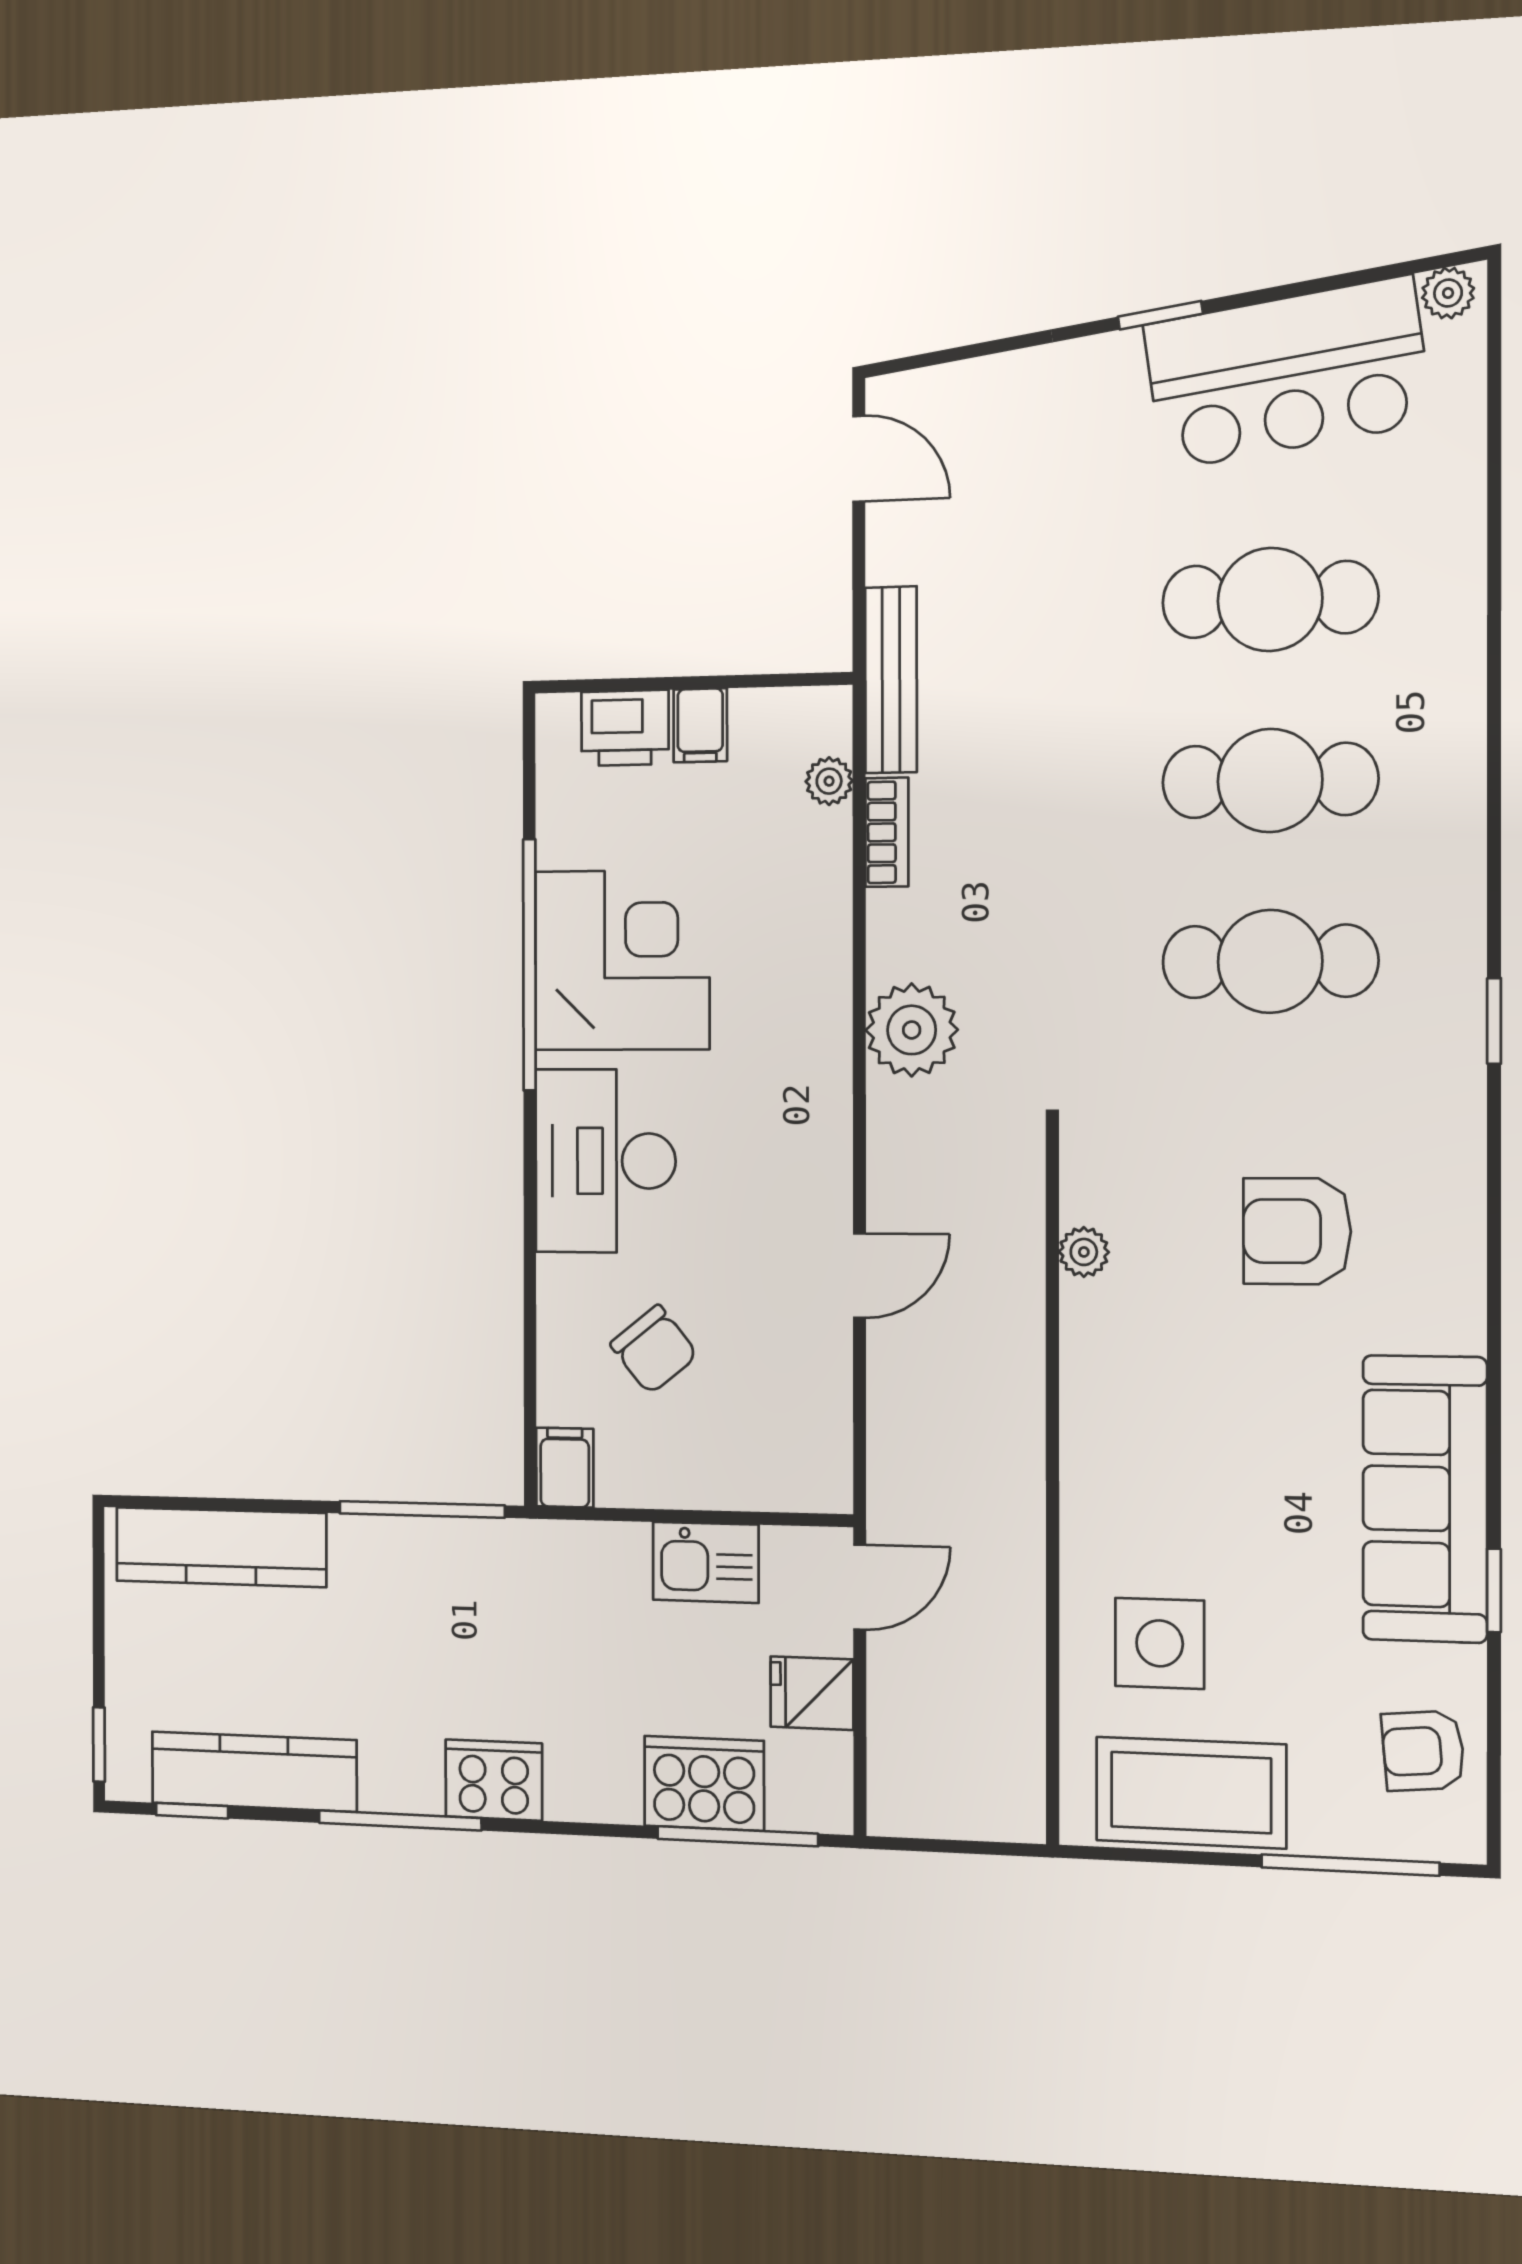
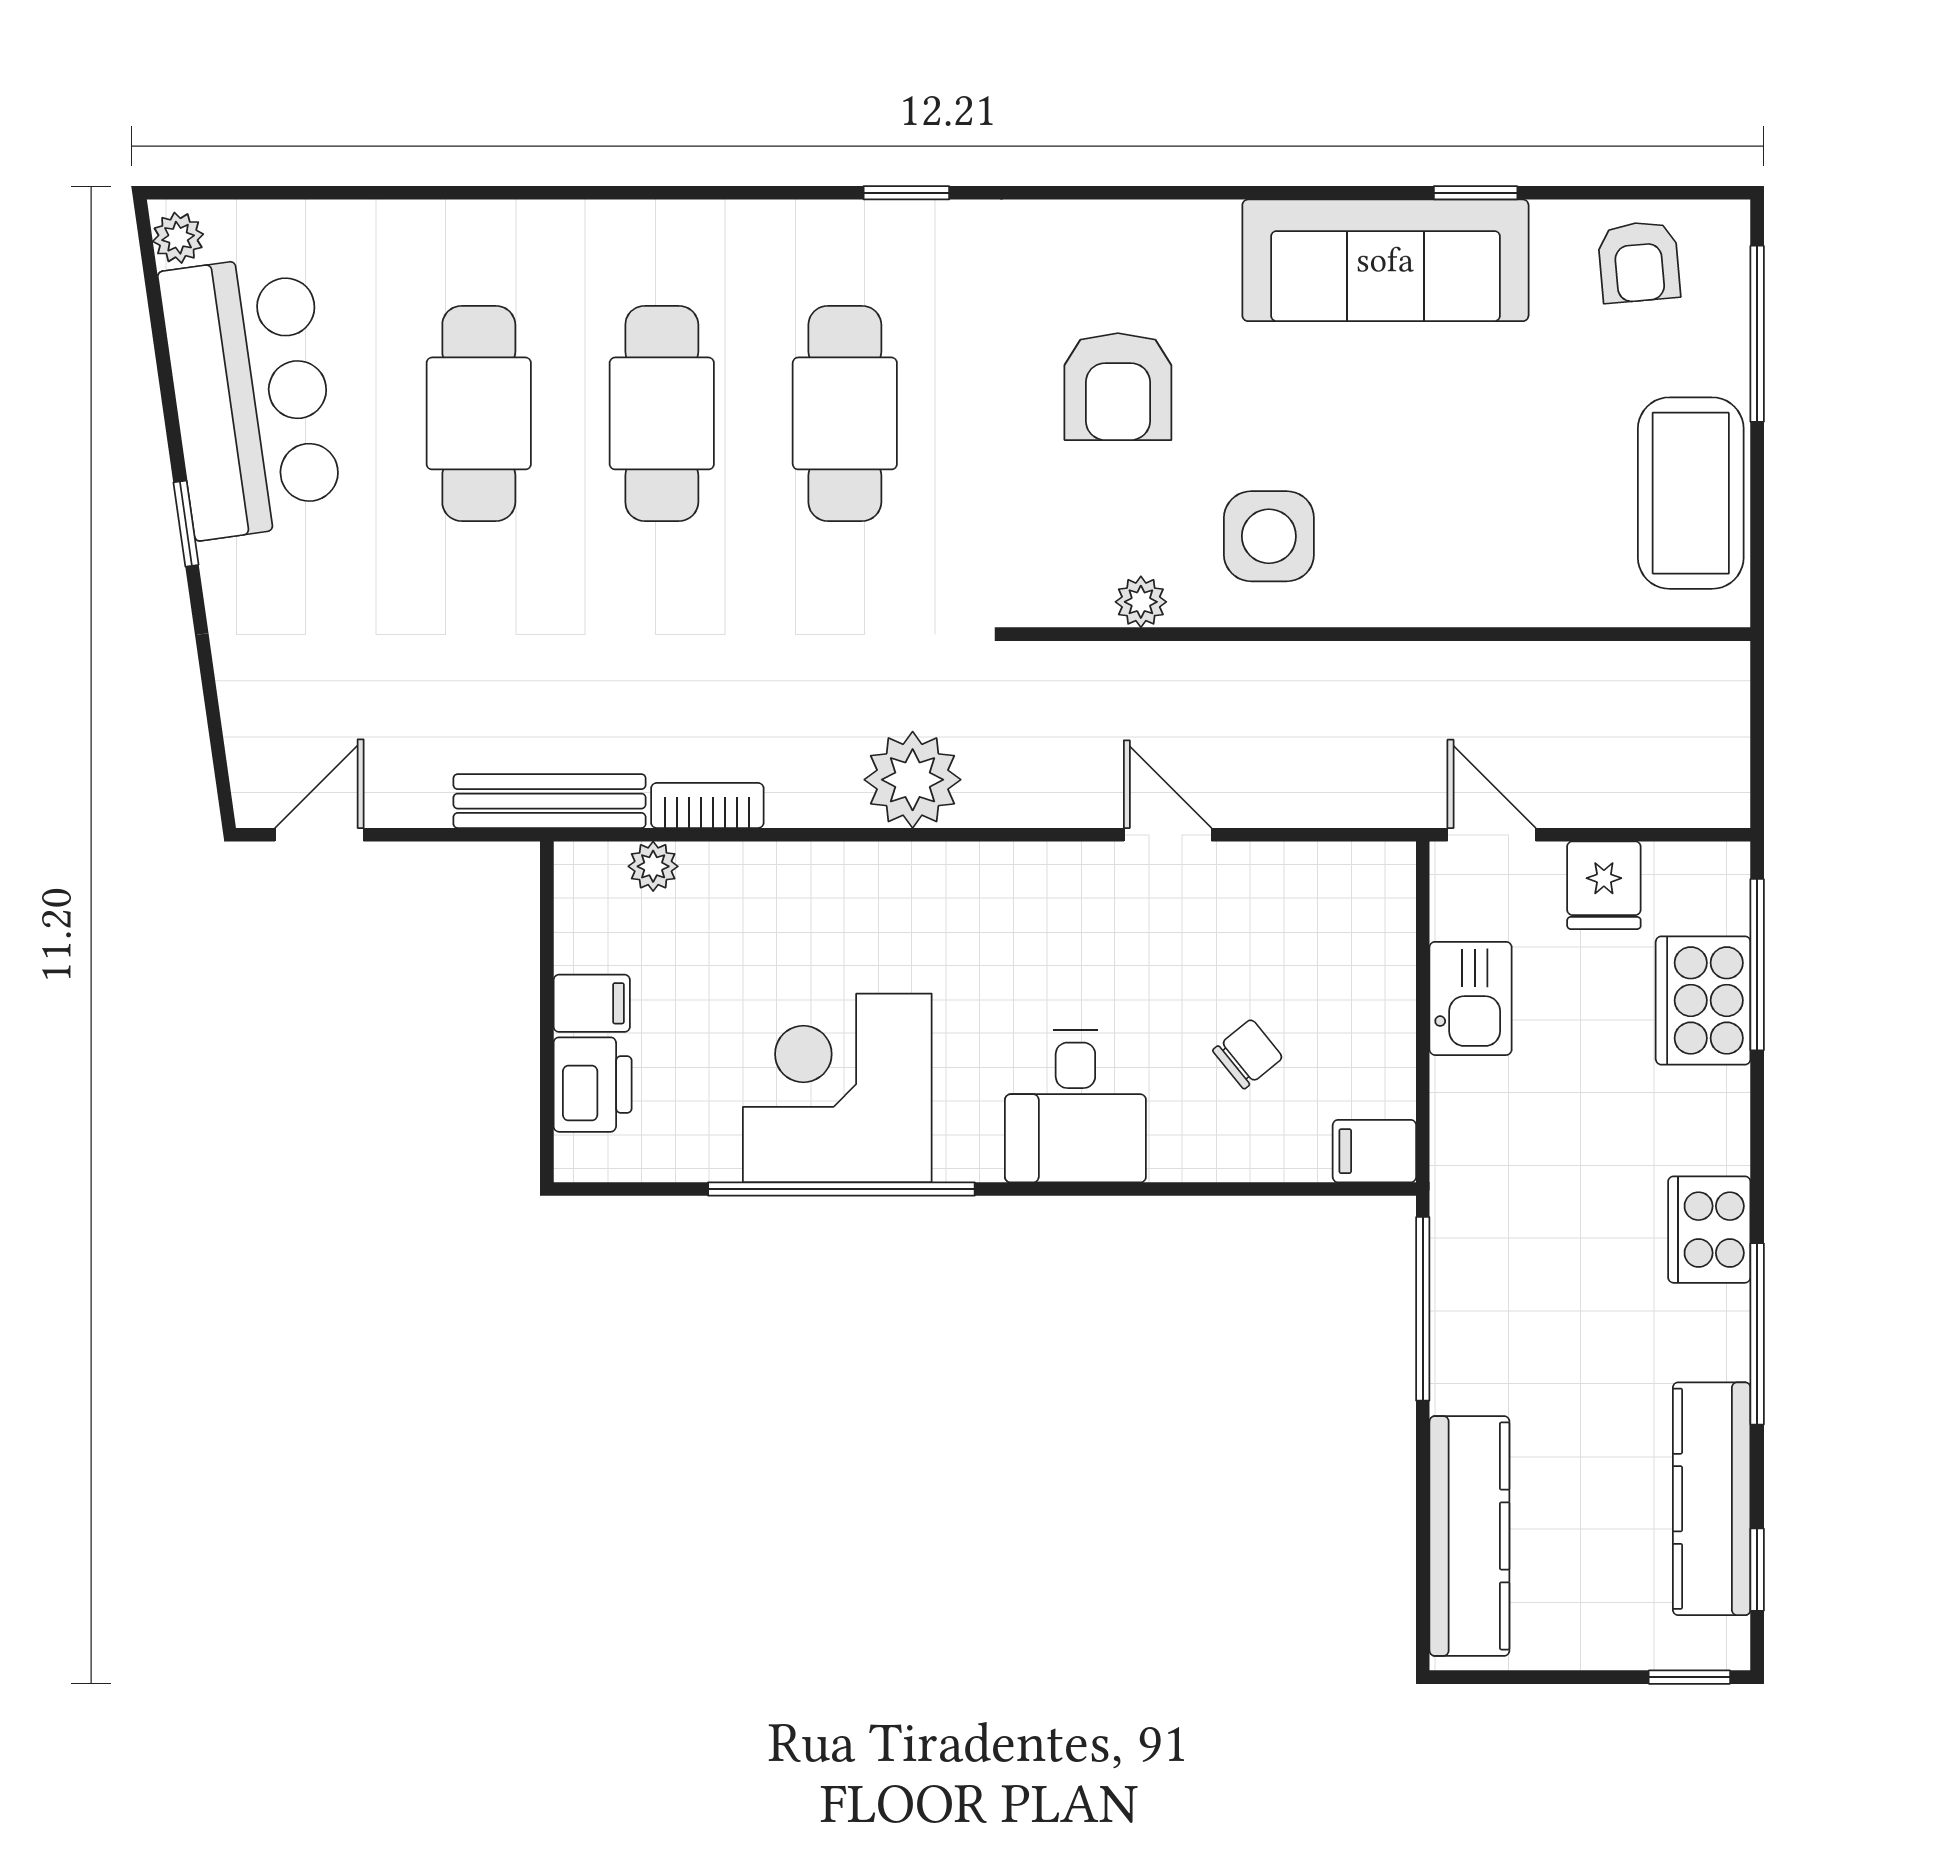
desk: (605, 1161) -> (1075, 1106), width x0.73
chair: (654, 1349) -> (1248, 1054), width x0.73, depth x0.73
side table: (1160, 1643) -> (1269, 536), moved

